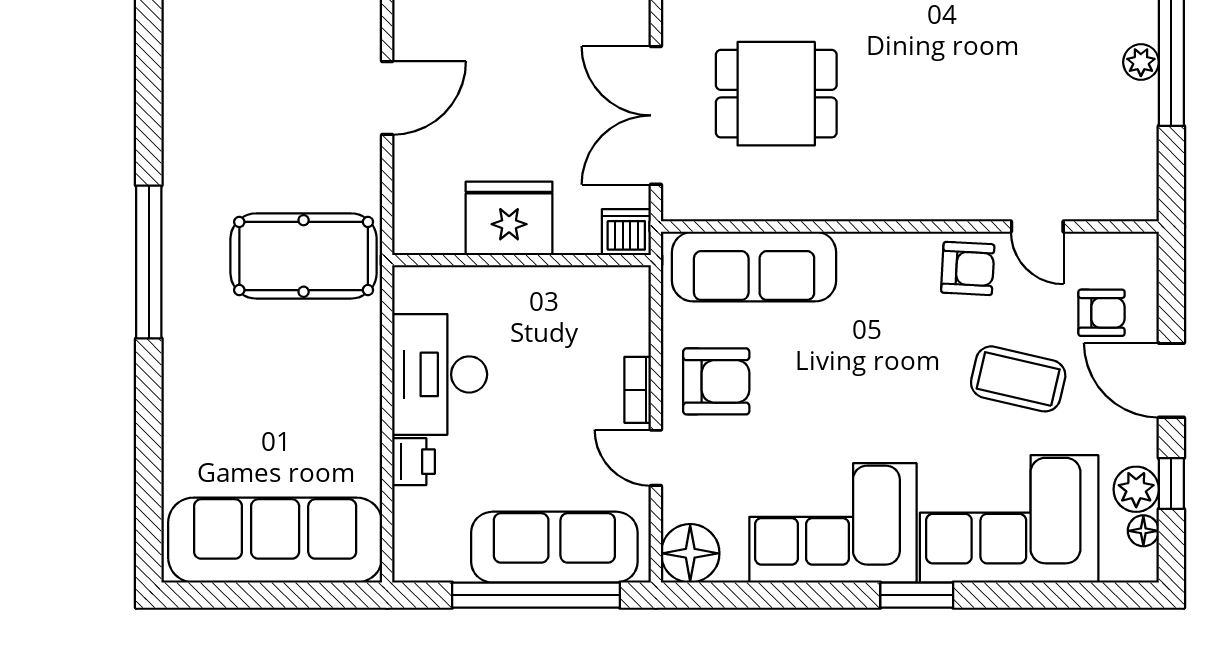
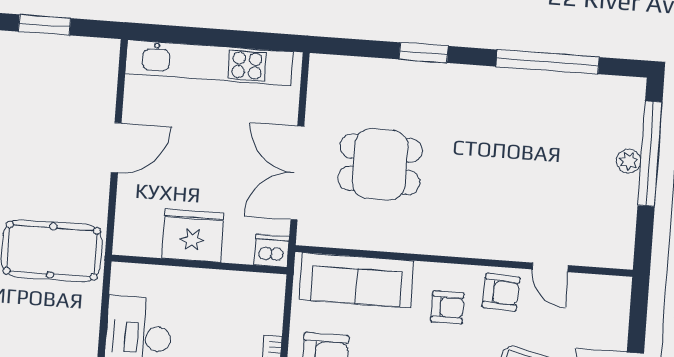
armchair: (1101, 313) -> (447, 307), moved

